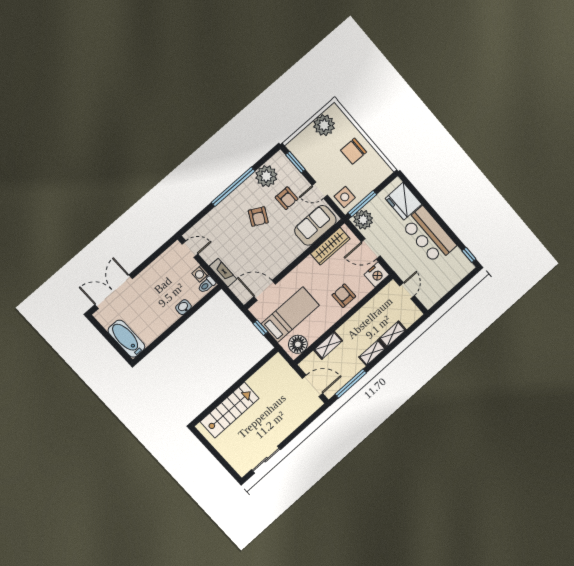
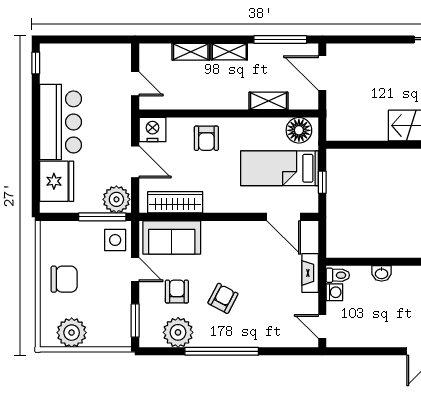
door: (407, 291) -> (135, 84), swing flipped

